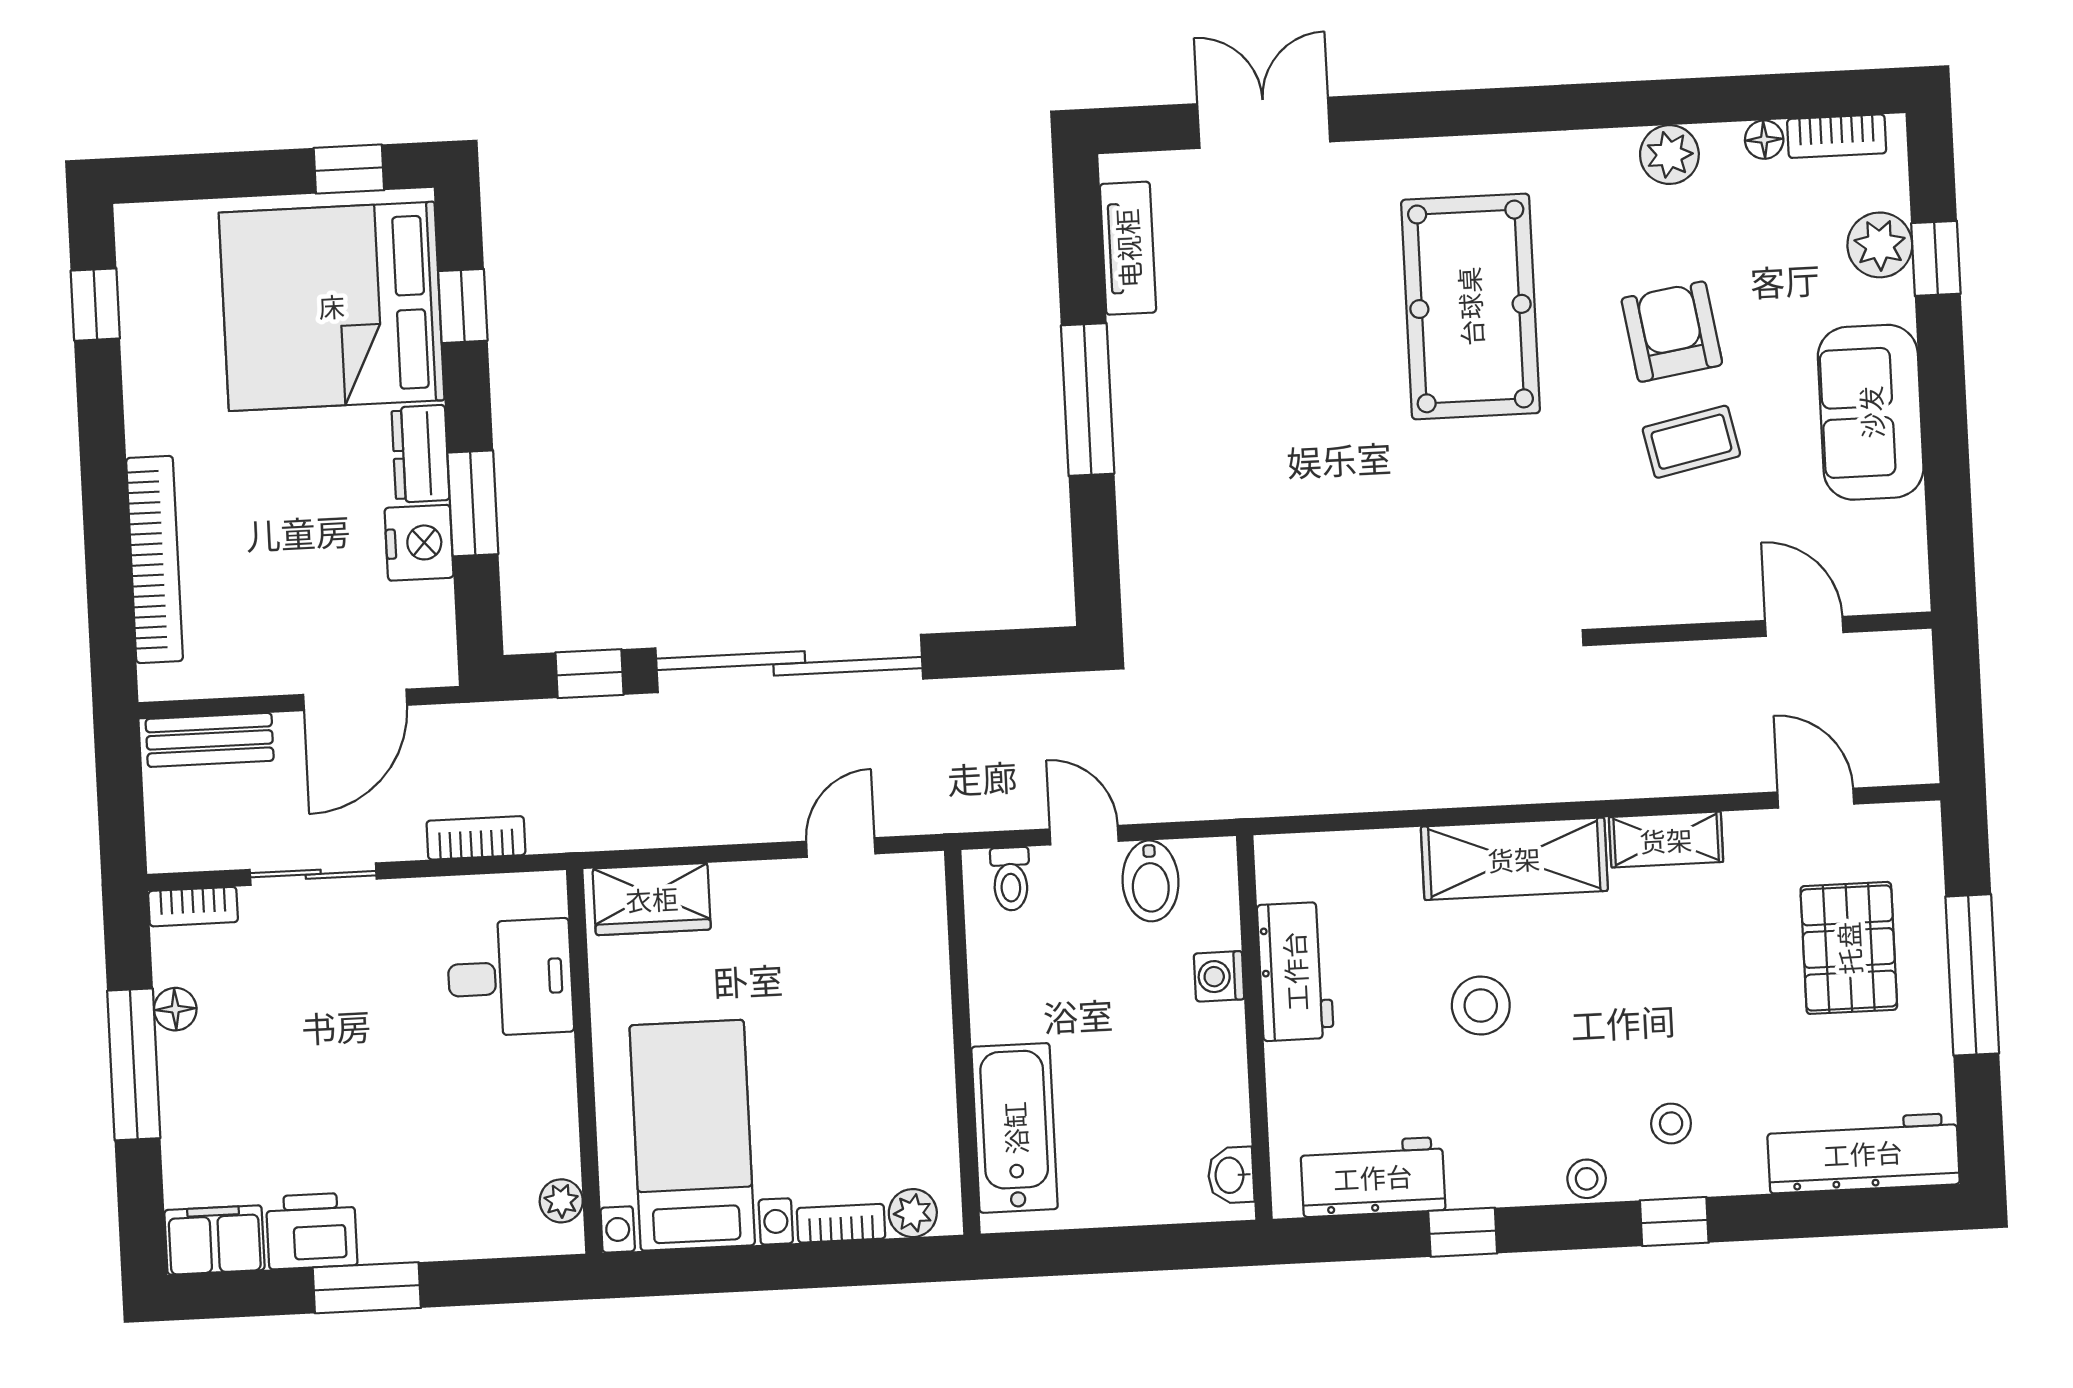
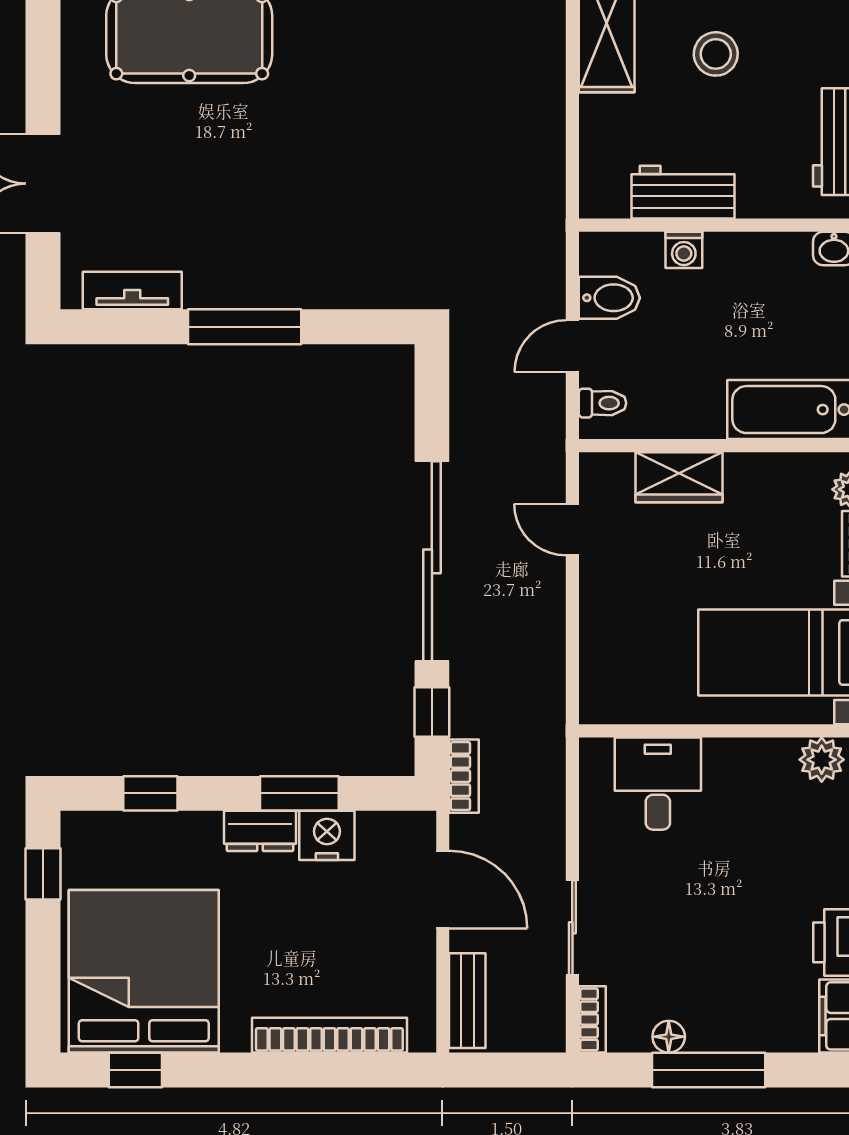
bed: (332, 306) -> (144, 971), moved, turned 180
bookcase: (476, 838) -> (464, 776), moved, turned 180
wardrobe: (652, 899) -> (679, 477), moved, turned 90
plant: (561, 1201) -> (822, 760), width x1.38, depth x1.38

